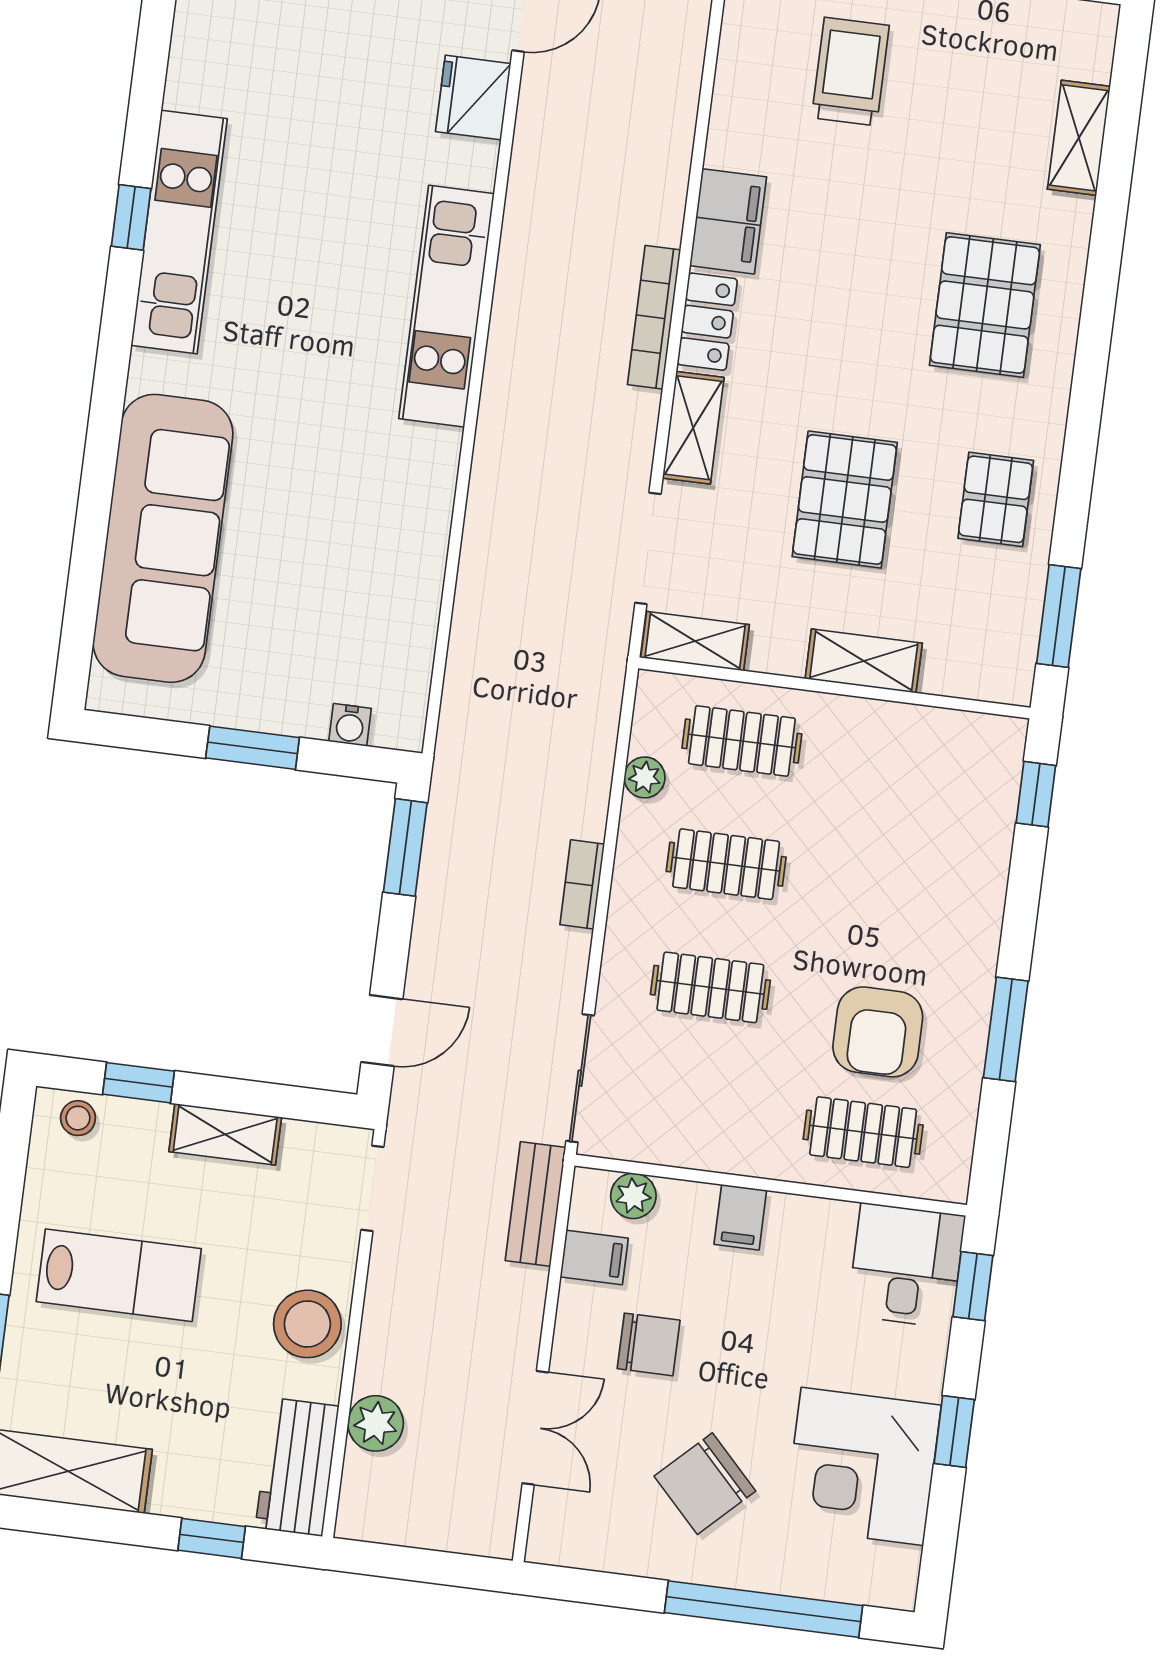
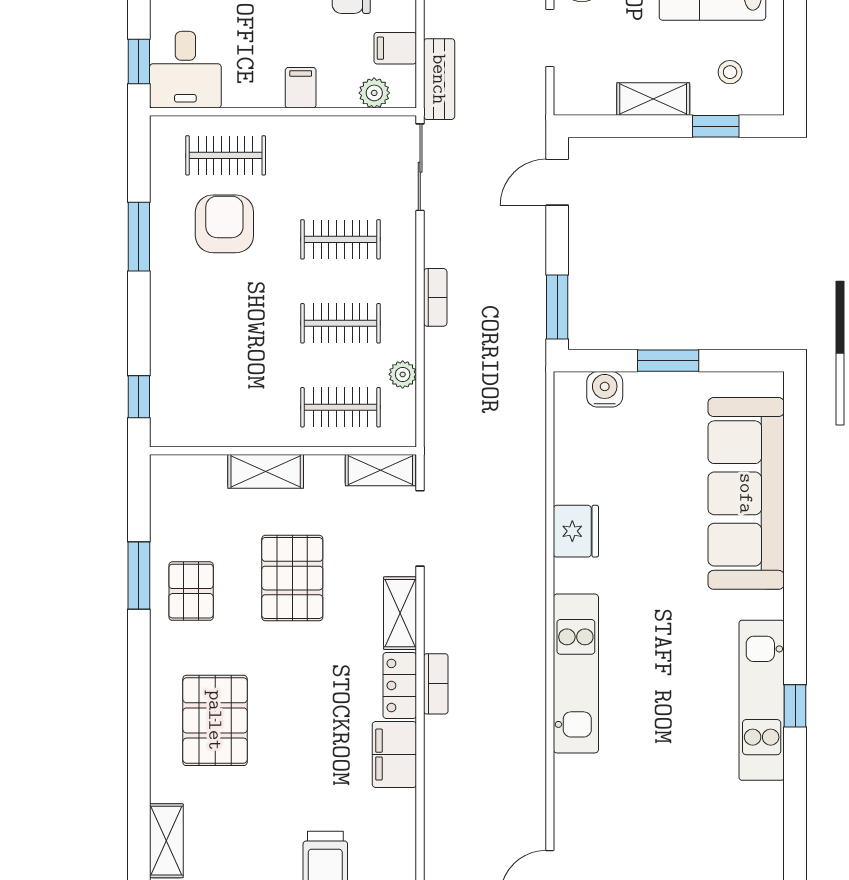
fridge: (473, 98) -> (576, 531), moved
bookcase: (654, 317) -> (436, 684), width x0.64
window: (1059, 616) -> (139, 576), moved
water cooler: (350, 725) -> (605, 389), width x1.38, depth x1.38
stool: (78, 1118) -> (730, 72), moved
doorway: (372, 1188) -> (550, 38), moved

